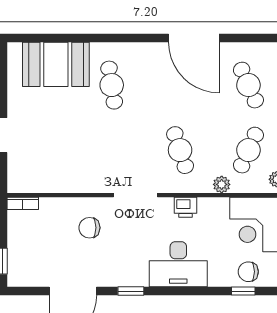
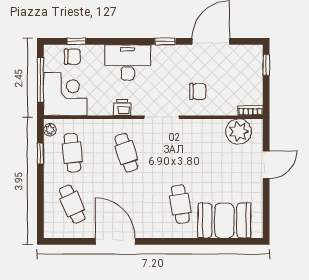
cafe table: (248, 150) -> (72, 153), turned -30
plant: (222, 184) -> (239, 132), moved, width x1.88, depth x1.88

